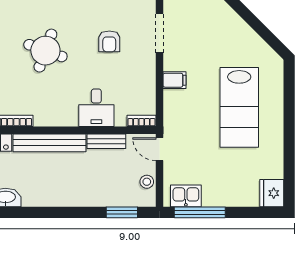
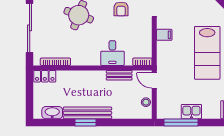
bench: (49, 143) -> (87, 113), moved
kitchen sink: (186, 196) -> (191, 112), moved
window: (122, 212) -> (85, 122), moved

